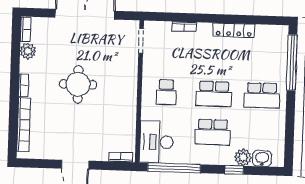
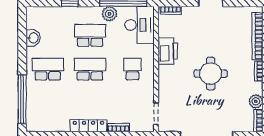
locker: (234, 30) -> (89, 126), moved
printer: (126, 111) -> (168, 51), added
plant: (243, 157) -> (110, 14), moved
washbasin: (262, 158) -> (33, 38), moved, turned -90

